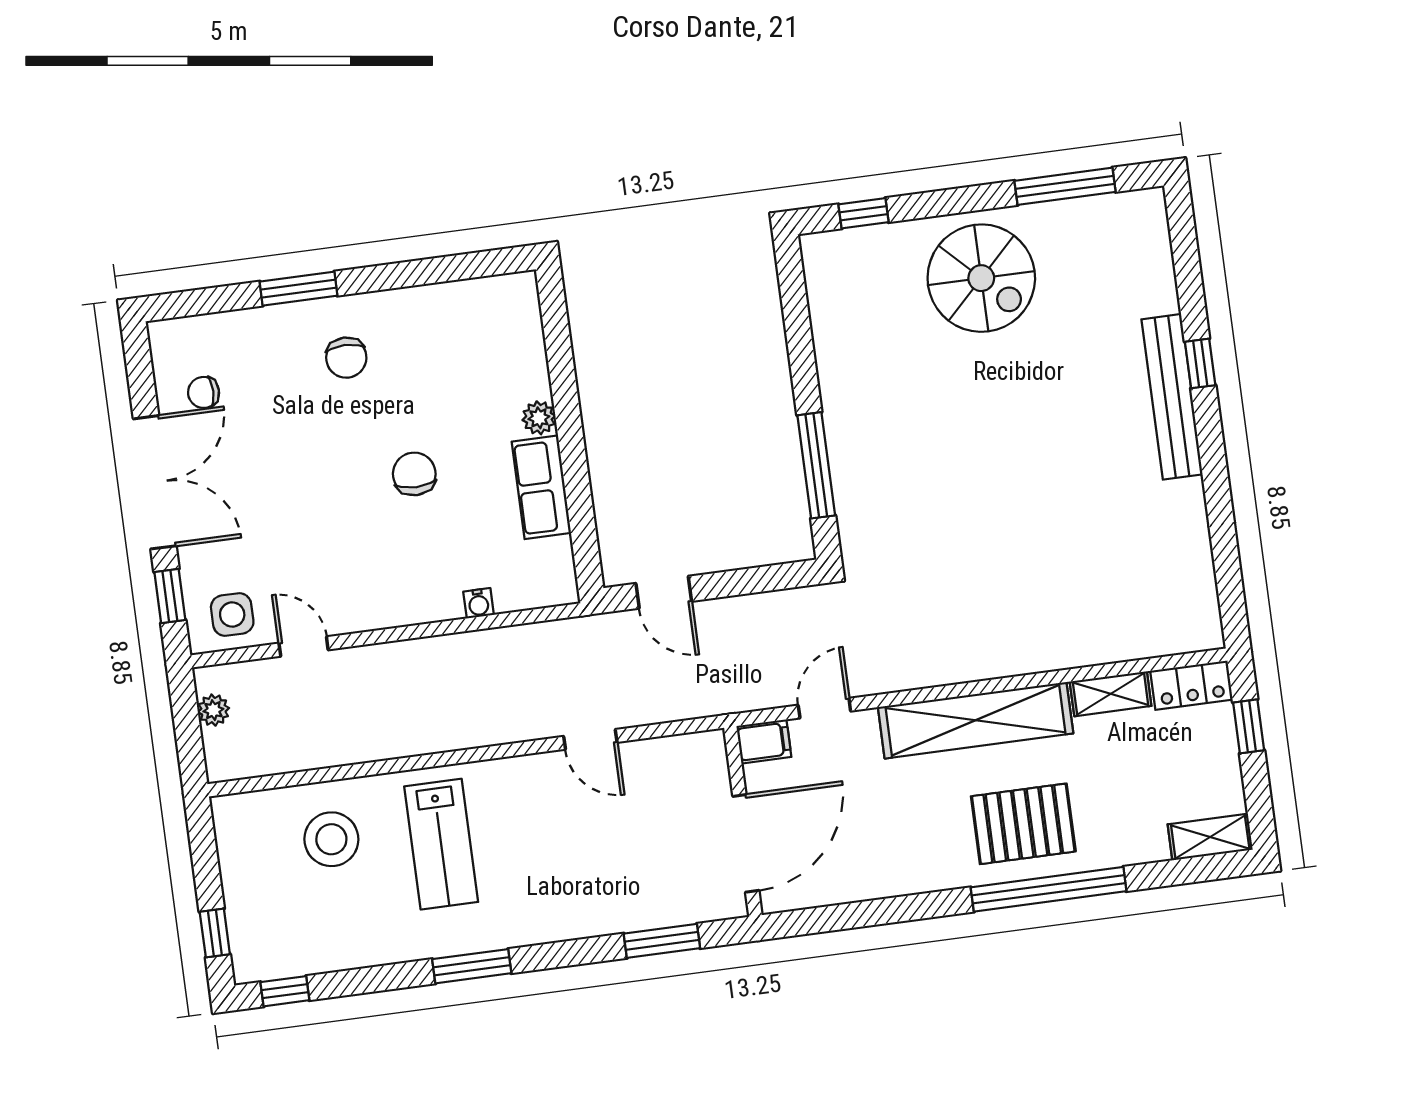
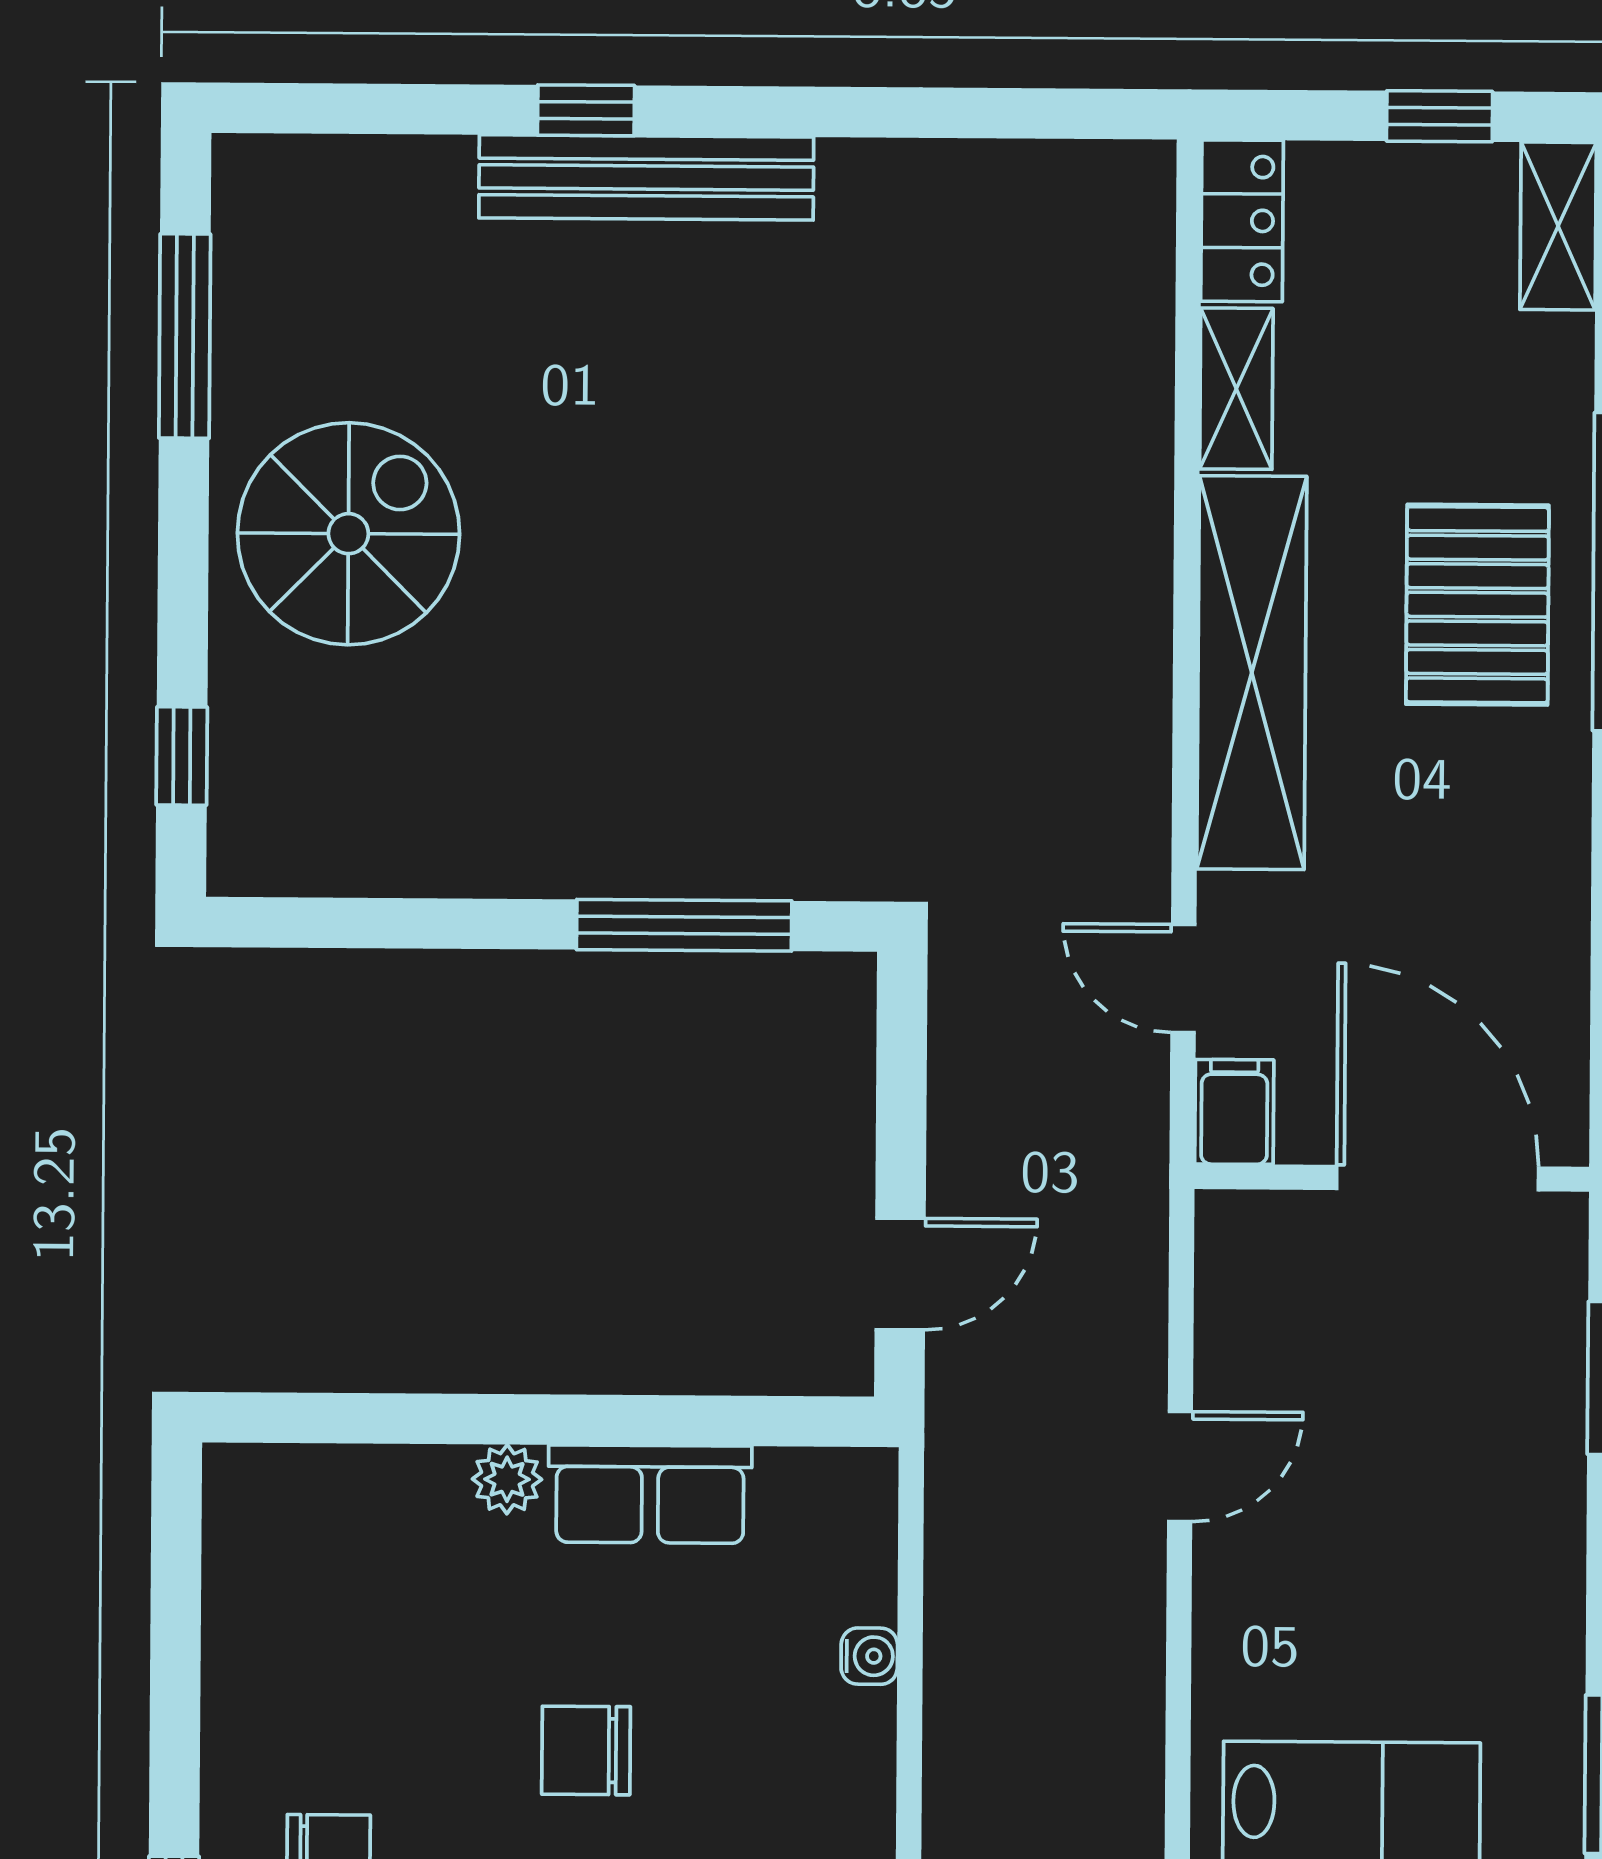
window: (1249, 726) -> (1440, 116), moved

